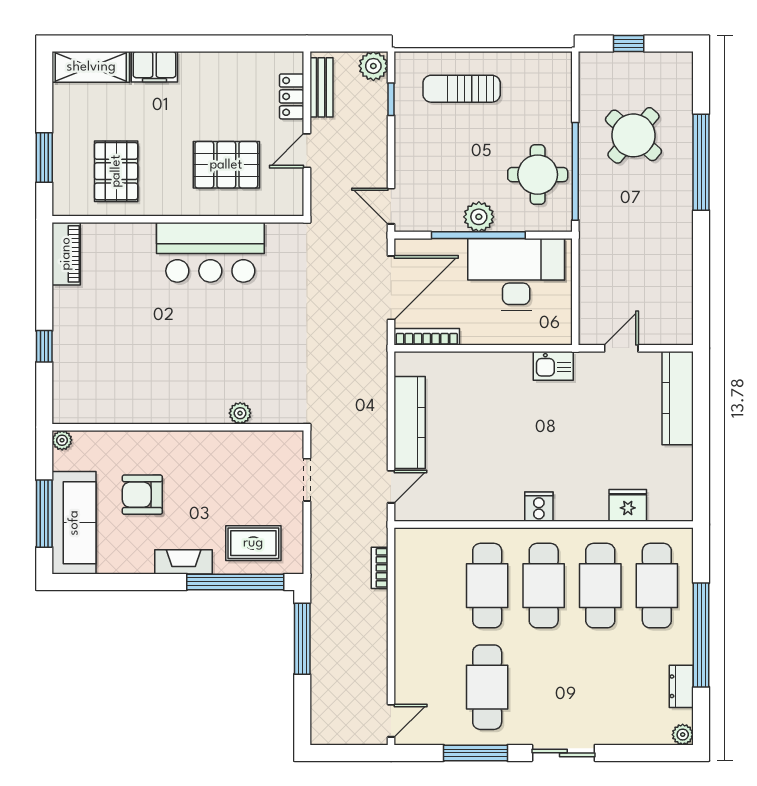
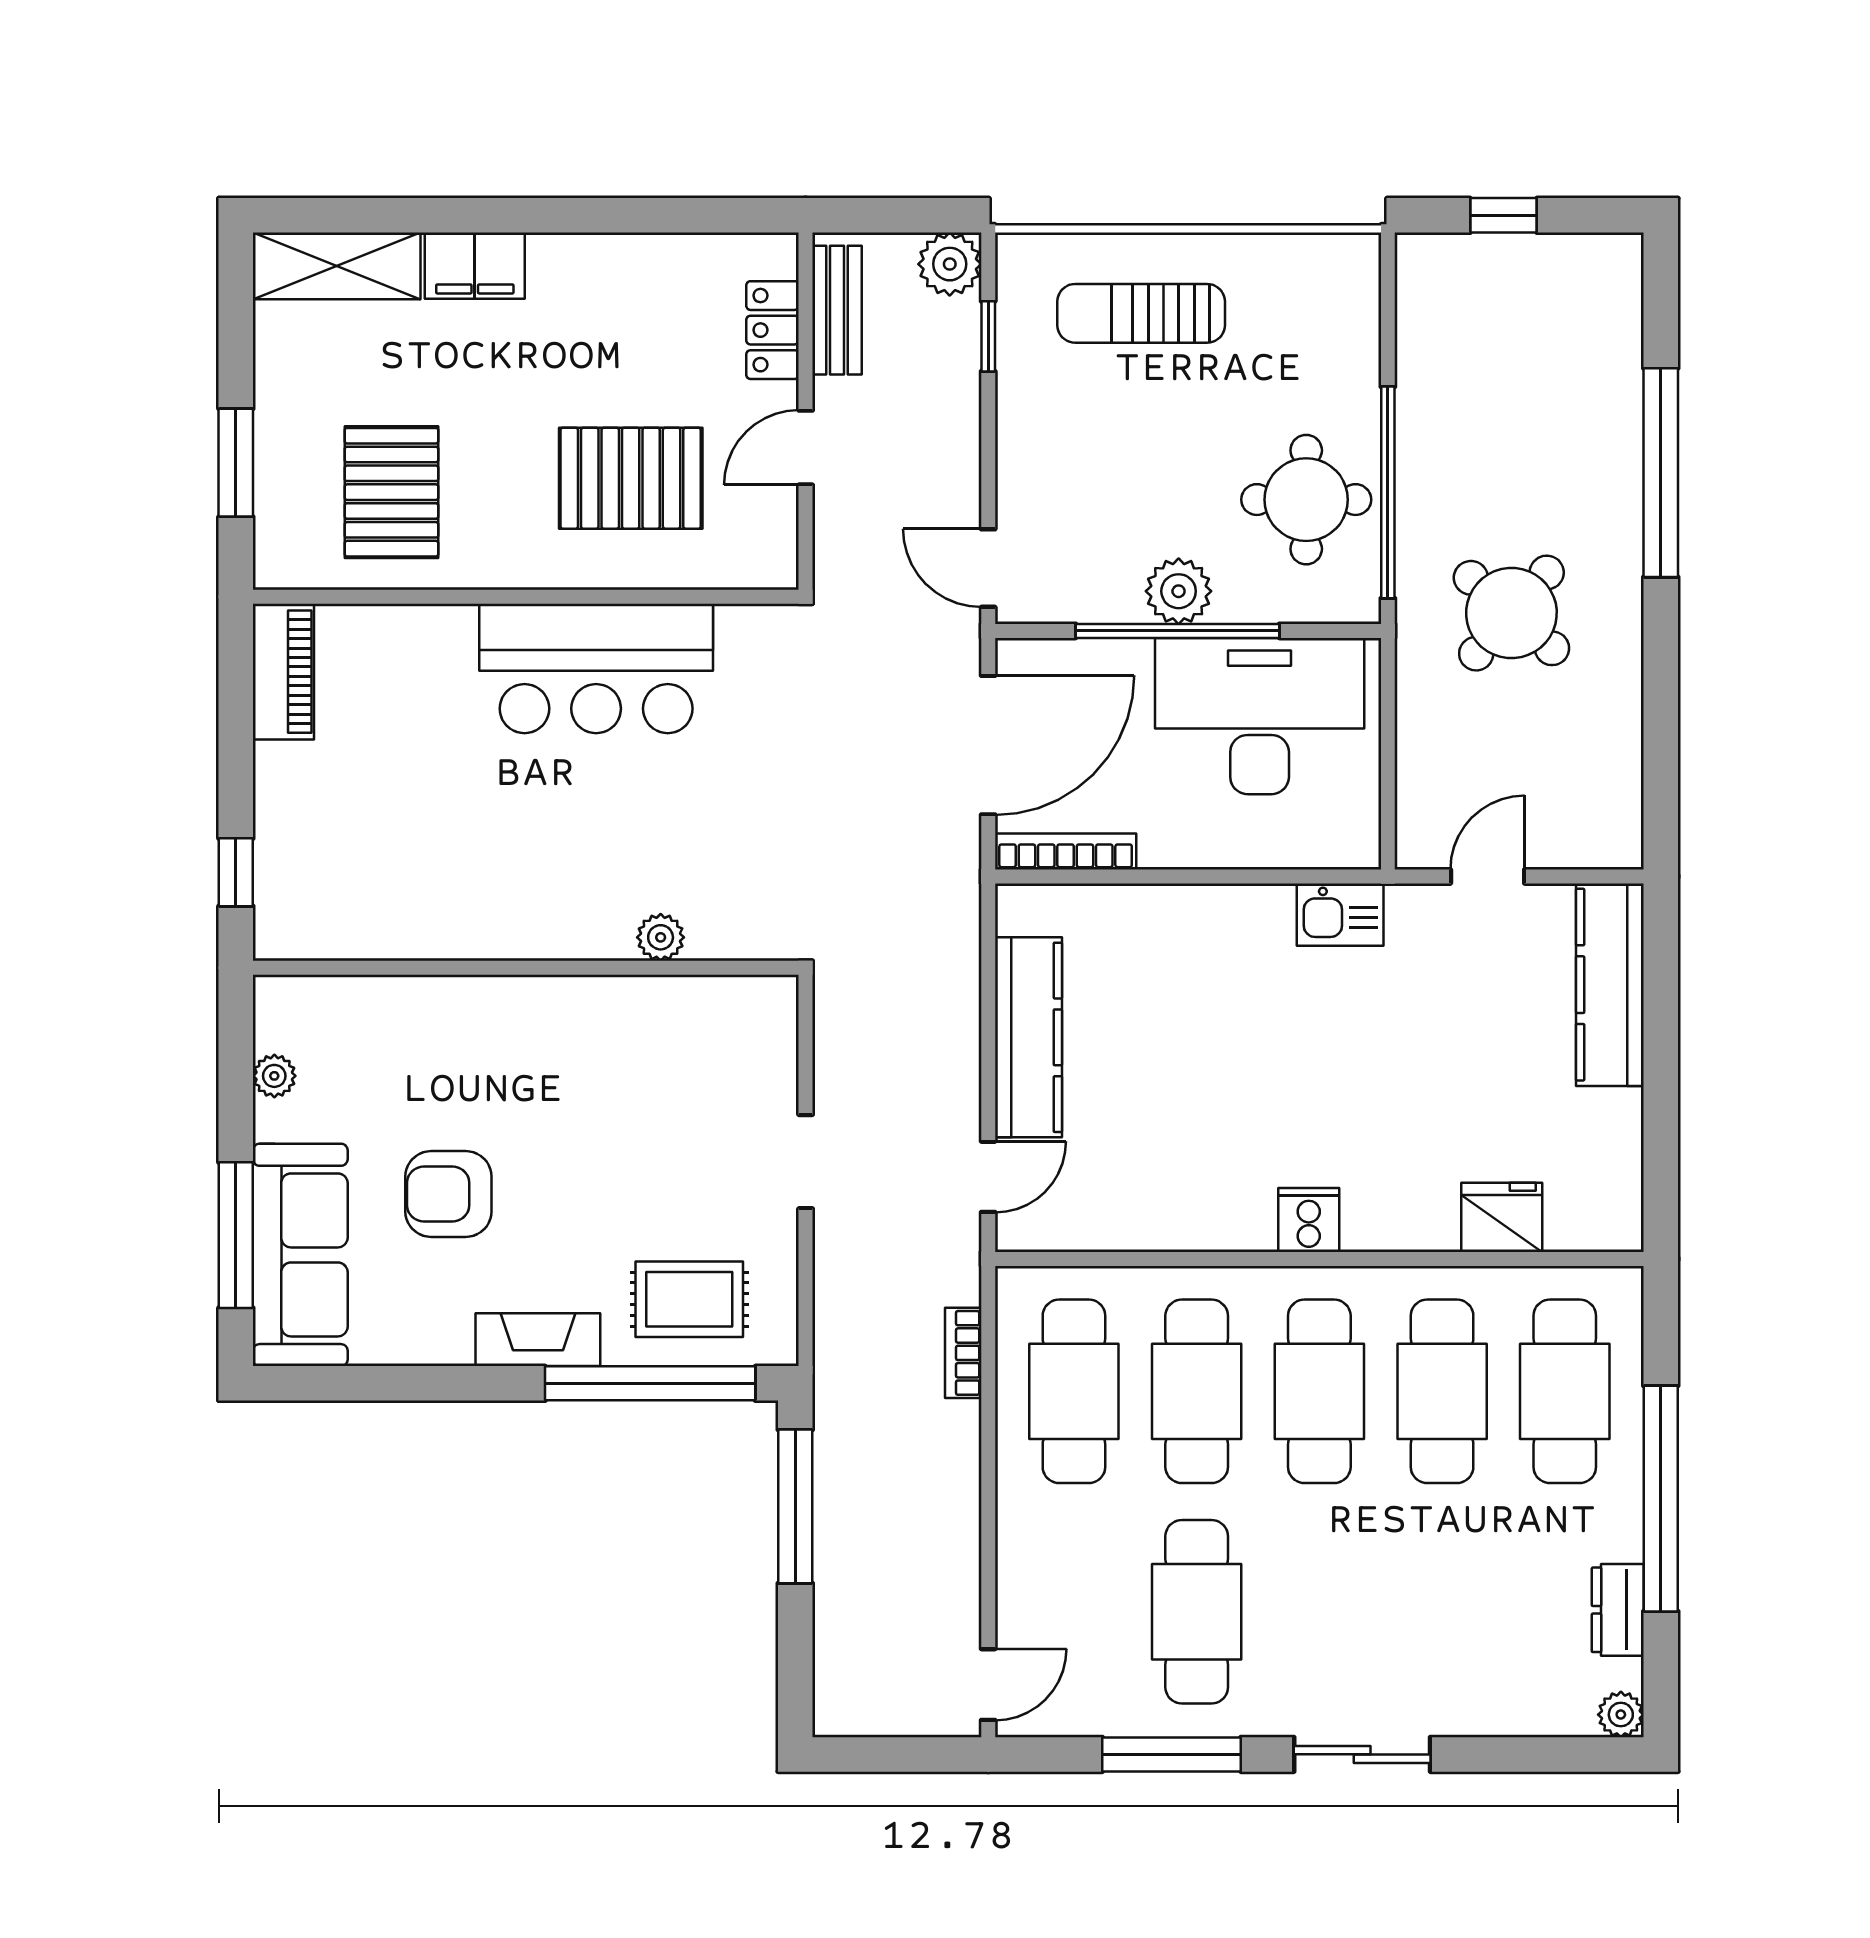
round table: (633, 135) -> (1511, 613), moved
plant: (240, 413) -> (661, 937), moved
wall: (178, 427) -> (526, 968), moved
cafe table: (431, 586) -> (1074, 1391), added

